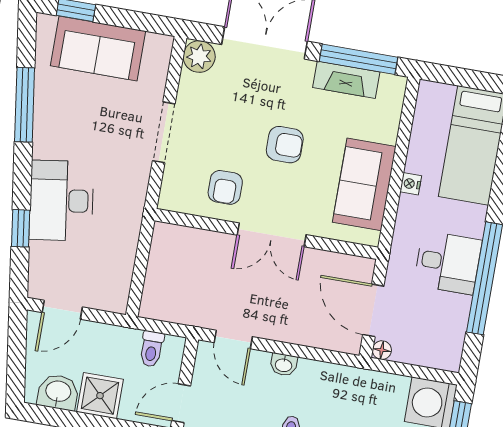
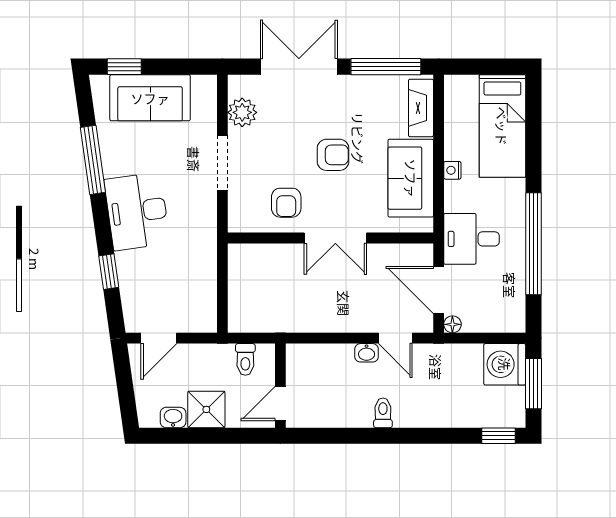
plant: (199, 57) -> (242, 112), moved
fireplace: (346, 80) -> (421, 108), moved, turned 90
desk: (61, 201) -> (137, 211), moved
desk: (448, 263) -> (471, 239), moved, turned 180
door: (233, 340) -> (395, 338), moved
washbasin: (58, 392) -> (173, 417), width x0.72, depth x0.69

